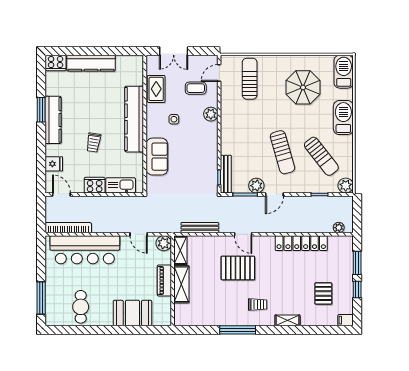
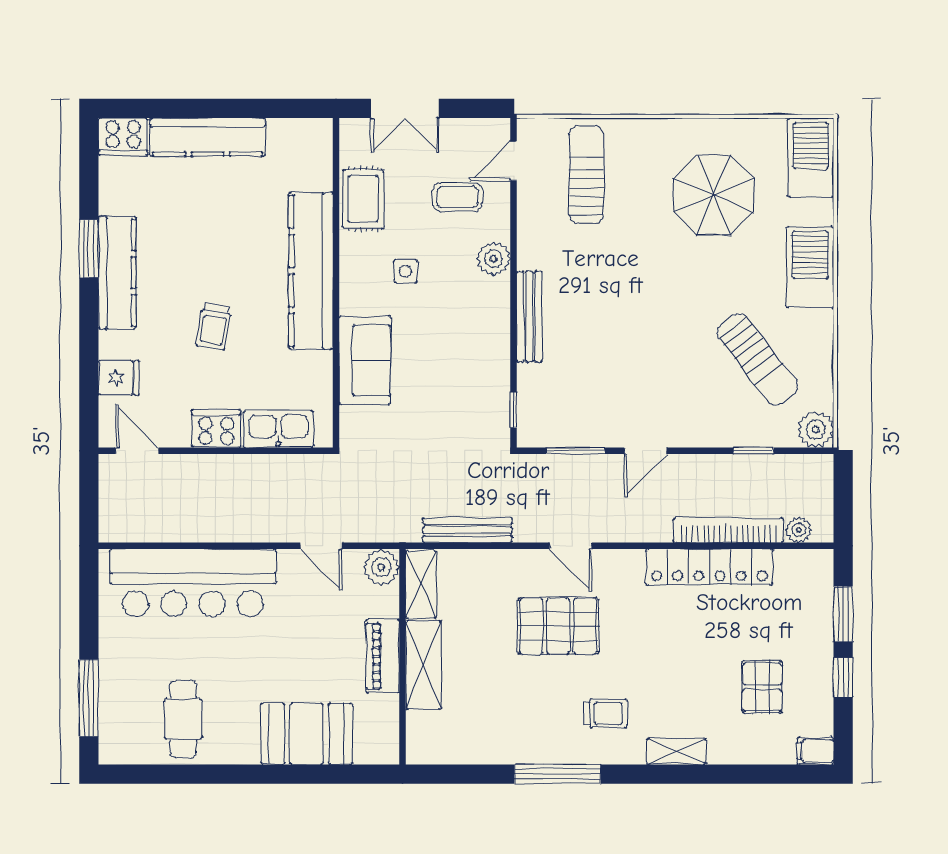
sun lounger: (283, 152) -> (665, 350), removed
bench: (226, 174) -> (529, 317), moved
plant: (256, 186) -> (602, 430), removed
bookcase: (68, 228) -> (729, 530), moved

